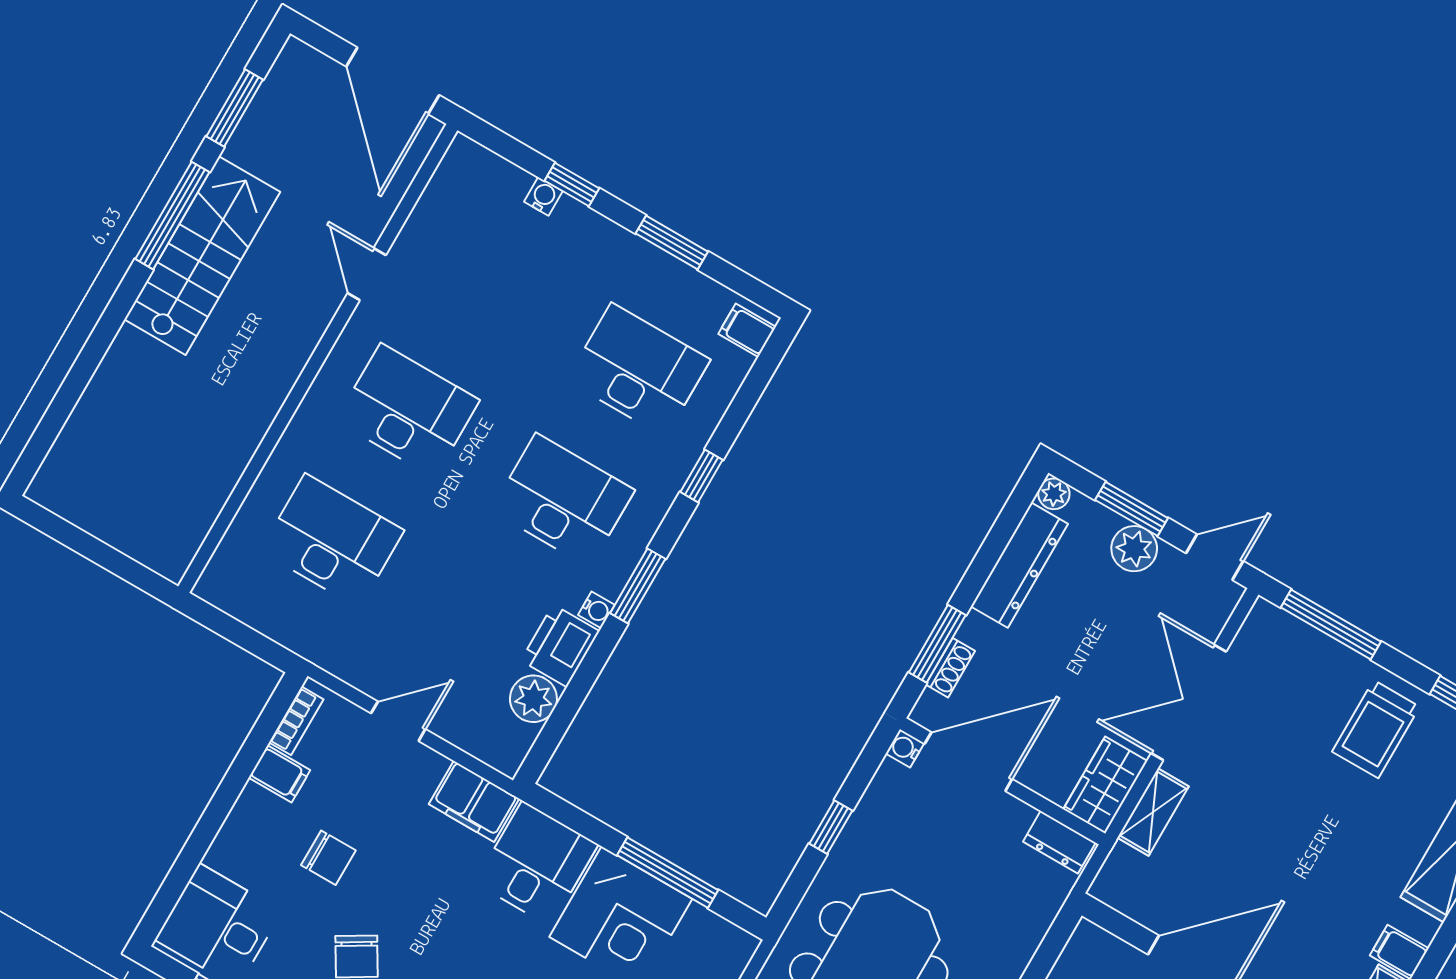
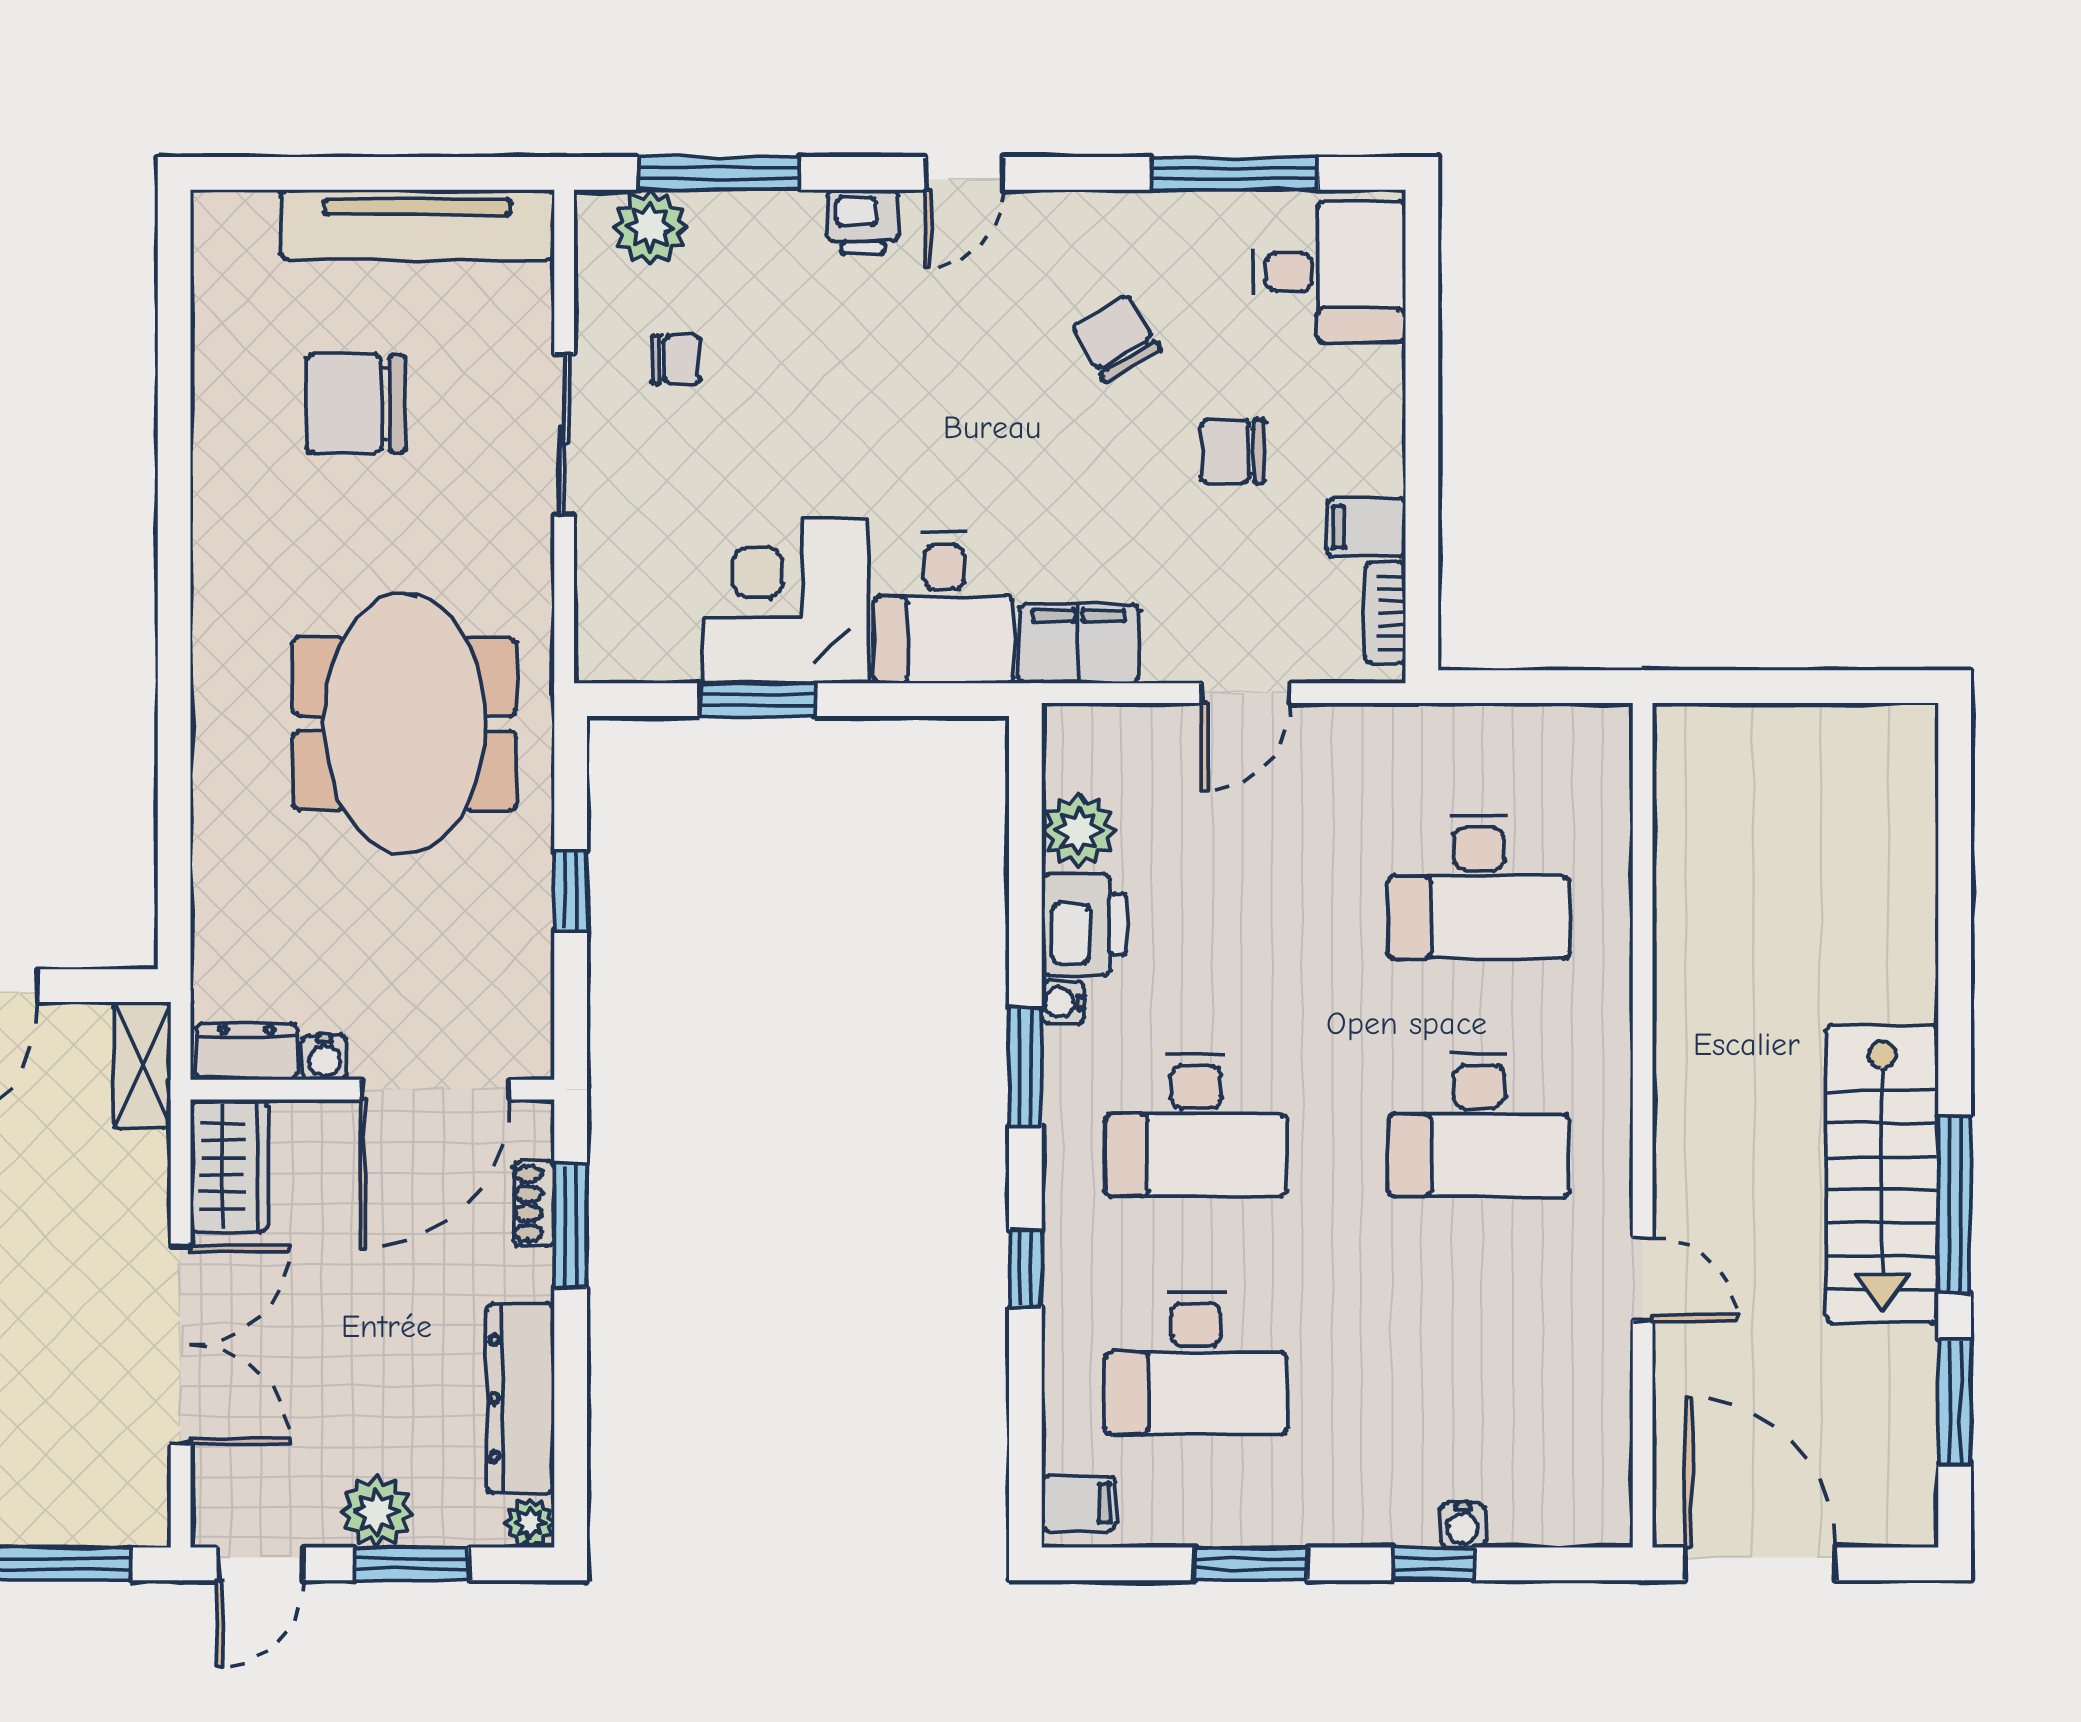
water cooler: (905, 748) -> (325, 1057), moved, turned 90
shelving: (1153, 812) -> (142, 1065), moved
window: (668, 873) -> (758, 700), width x0.69

